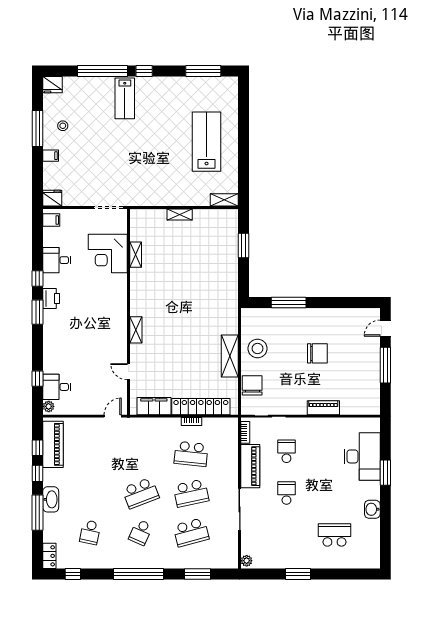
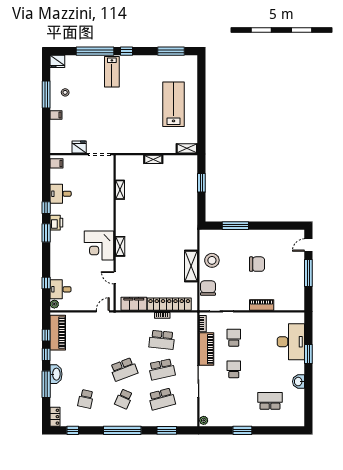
fridge: (52, 198) -> (79, 147), moved
corner desk: (108, 254) -> (99, 246), moved

